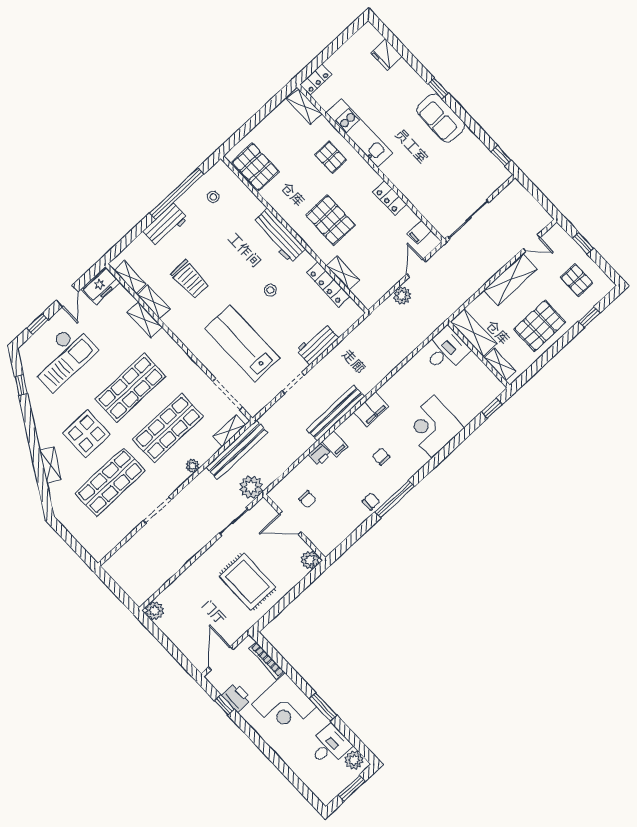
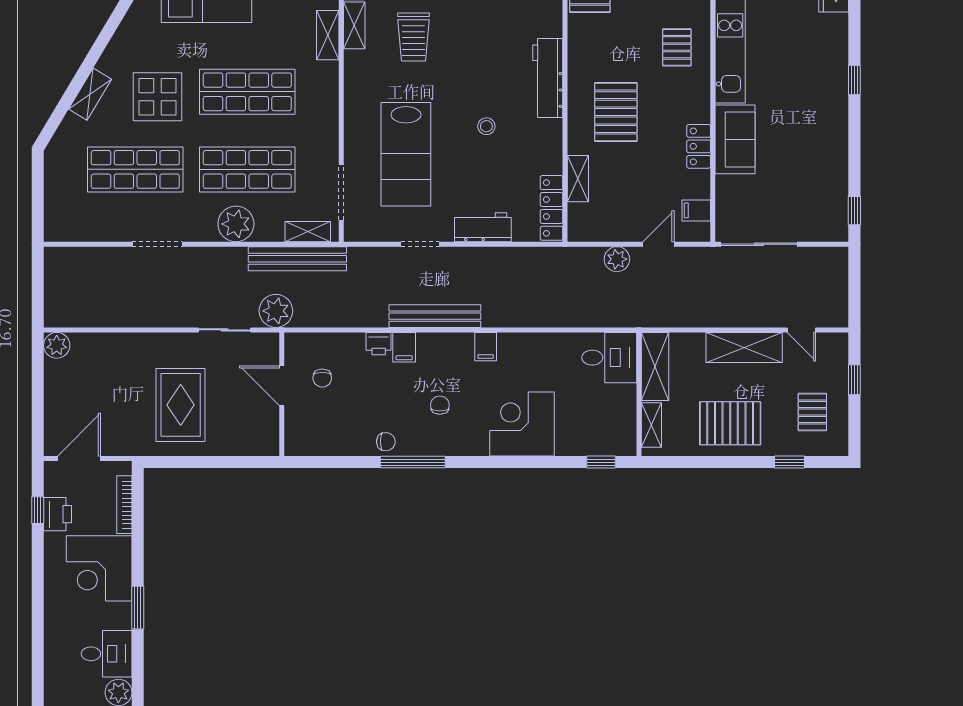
sofa: (441, 118) -> (735, 139), moved, turned 180
locker: (328, 284) -> (552, 208), moved
lab bench: (242, 343) -> (406, 154), turned 180
filing cabinet: (371, 409) -> (486, 347), width x0.50
plant: (192, 466) -> (236, 224), width x1.88, depth x1.88
plant: (310, 560) -> (266, 443), removed

